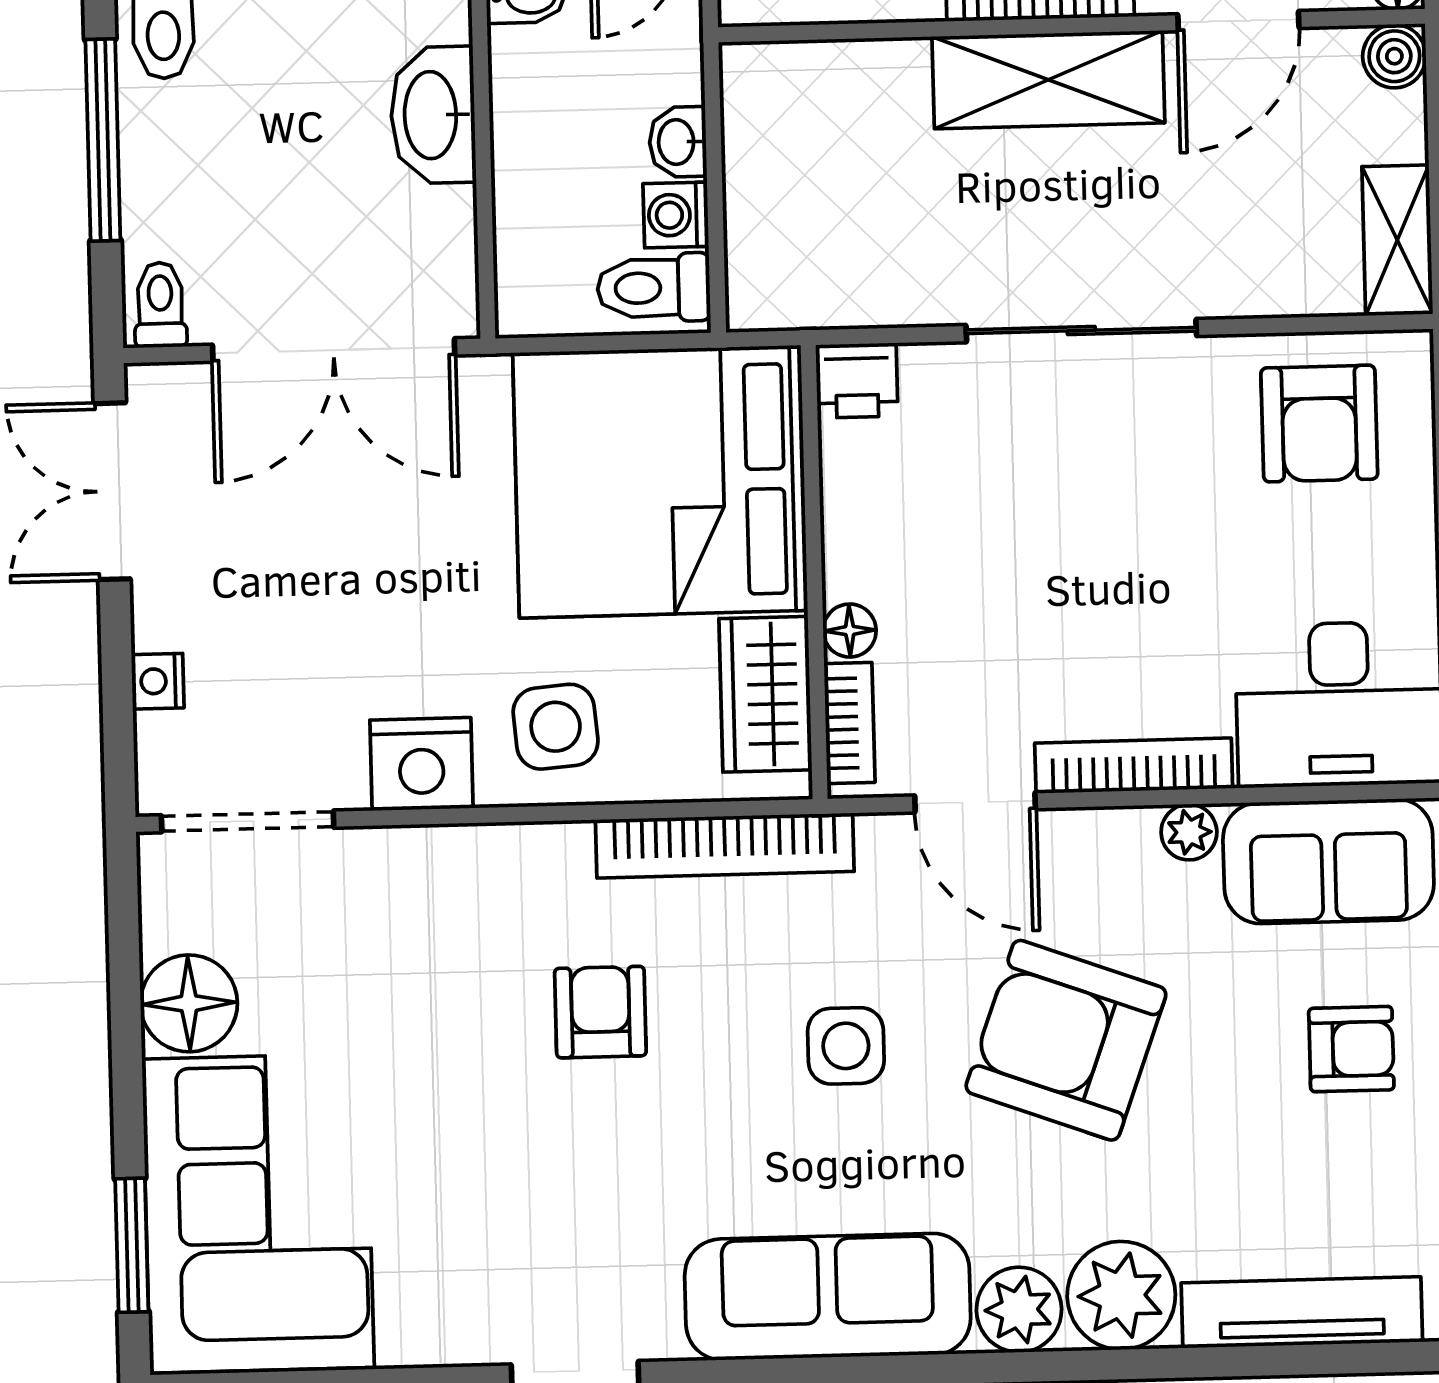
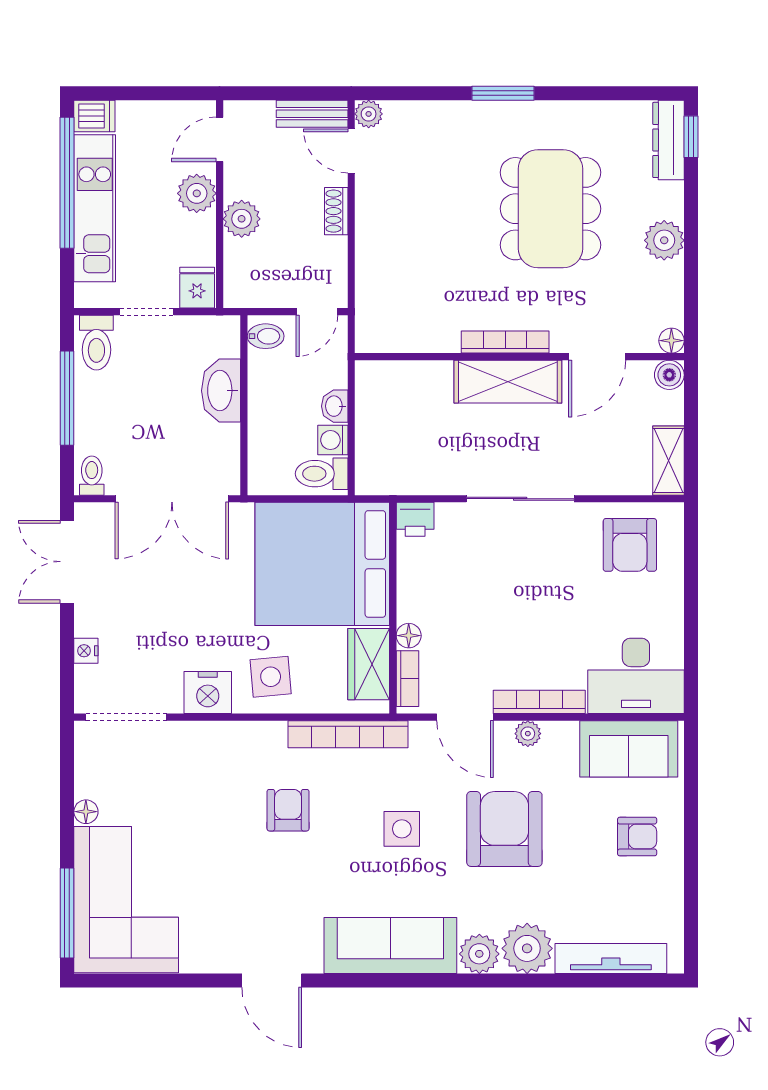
plant: (1189, 832) -> (528, 734), moved
floor lamp: (189, 1003) -> (86, 812), width x0.53, depth x0.53
armchair: (1066, 1040) -> (504, 829), turned 70
window: (132, 1245) -> (67, 913), width x1.44

